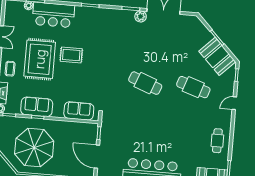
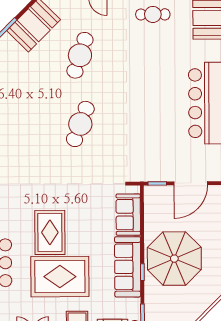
rug: (71, 55) -> (50, 232), width x1.36, depth x1.43
sofa: (37, 107) -> (128, 267), width x1.36
parasol: (34, 147) -> (174, 259), moved

